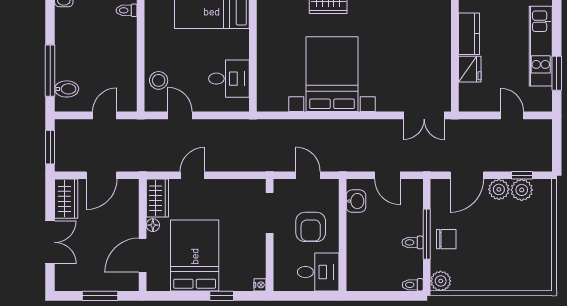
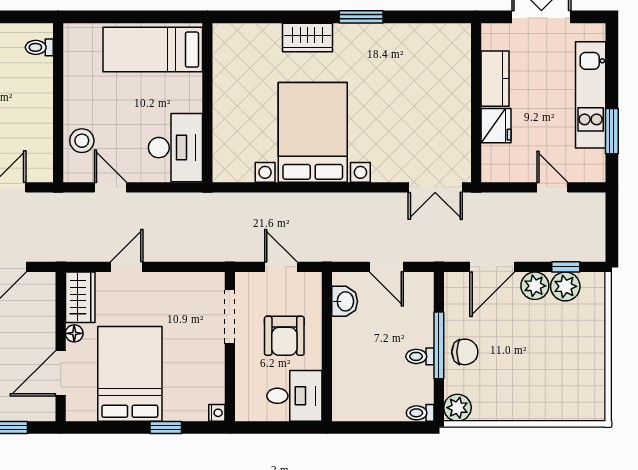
desk: (229, 79) -> (175, 148), width x1.37

